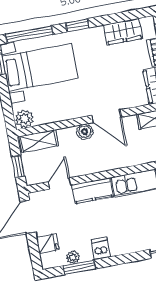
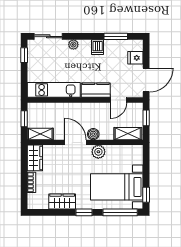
wardrobe: (123, 32) -> (62, 202), moved
plant: (24, 119) -> (98, 152), moved
plant: (73, 257) -> (73, 45), moved

